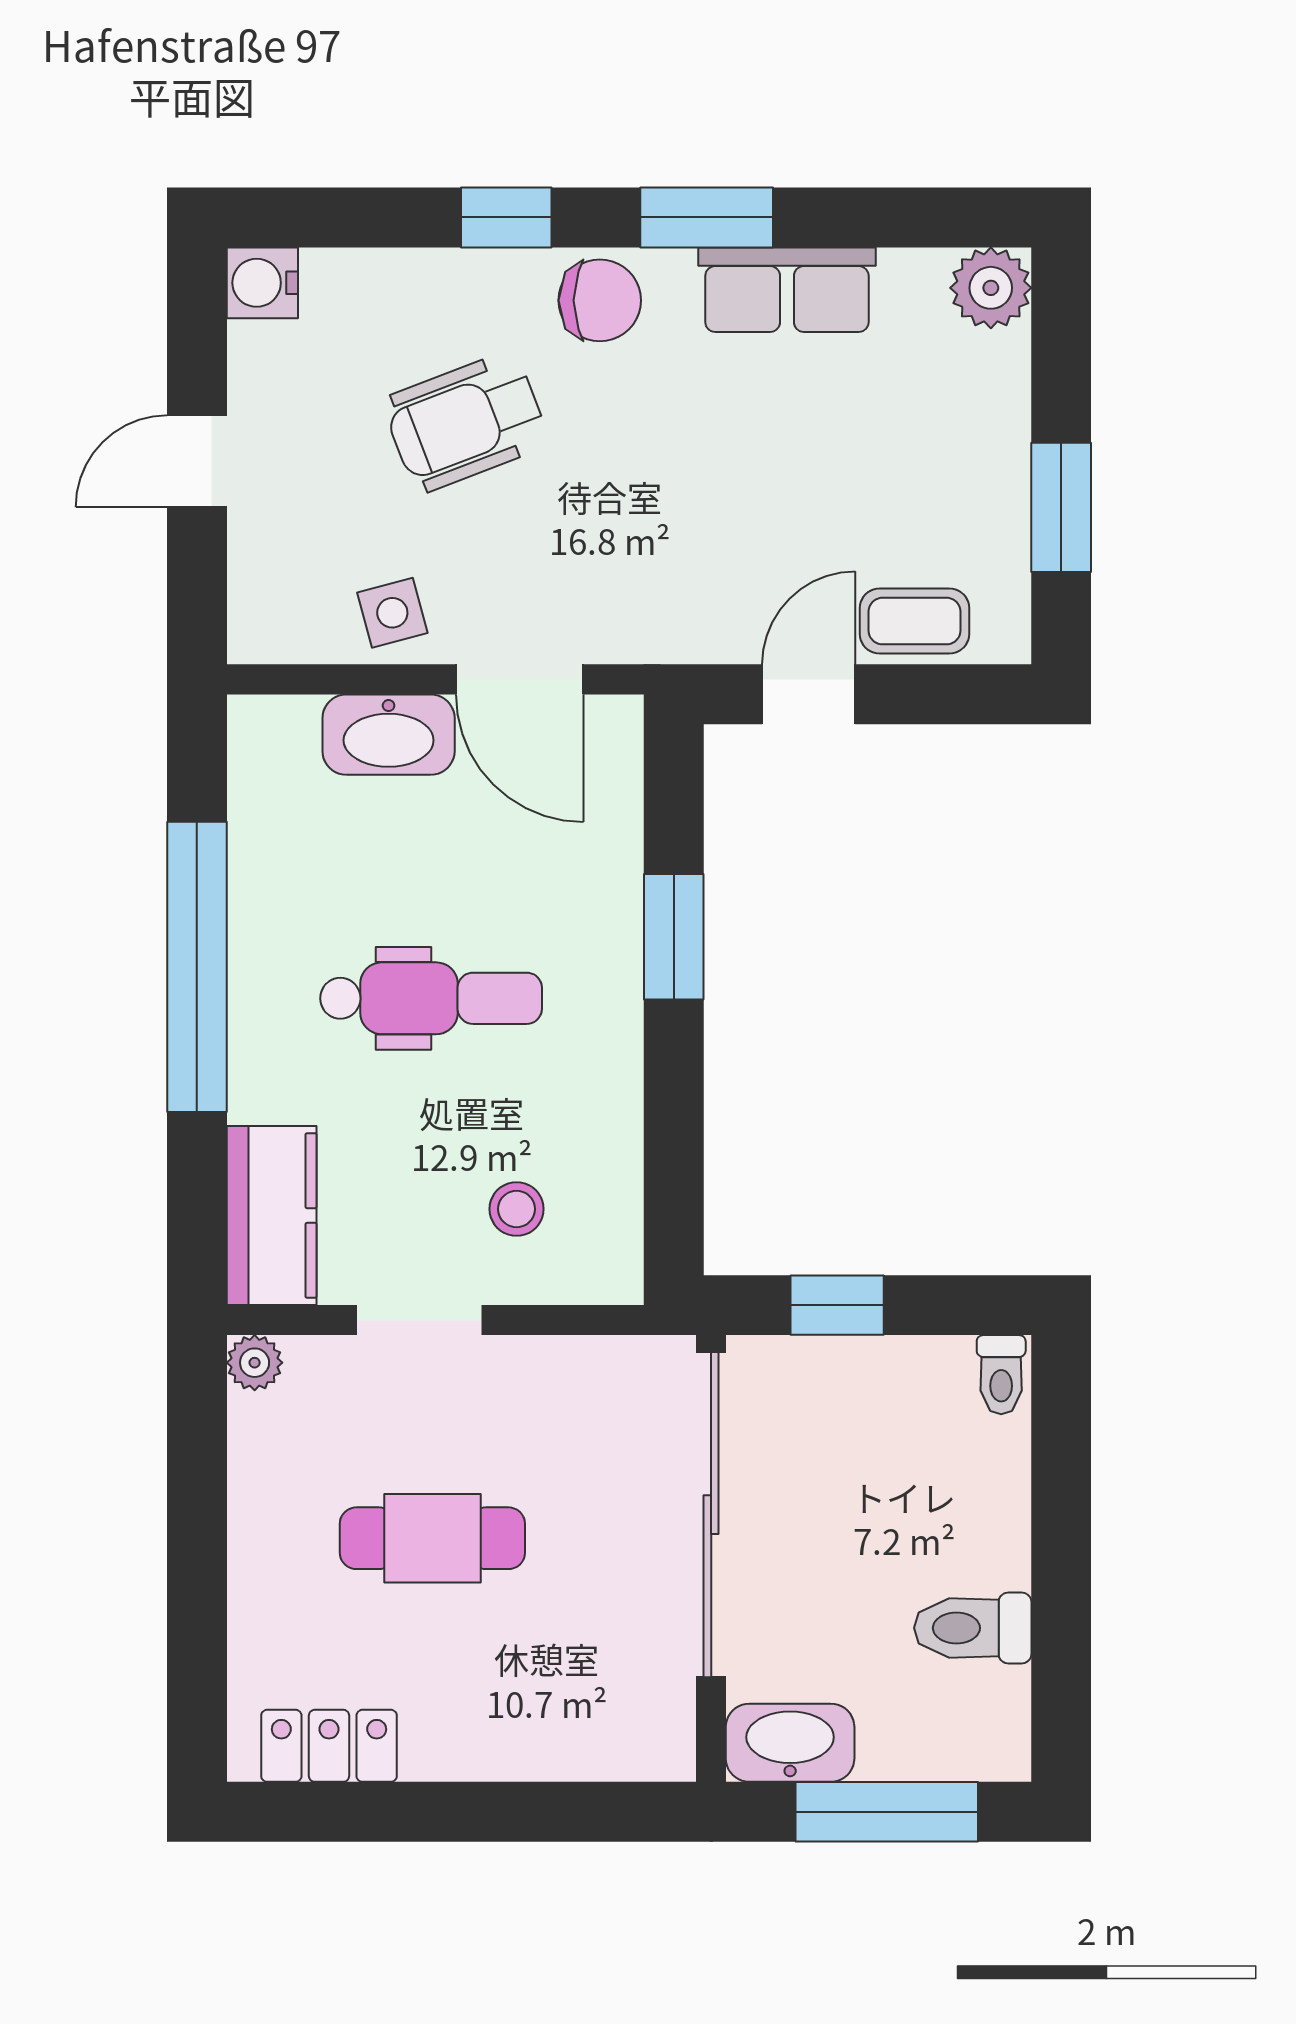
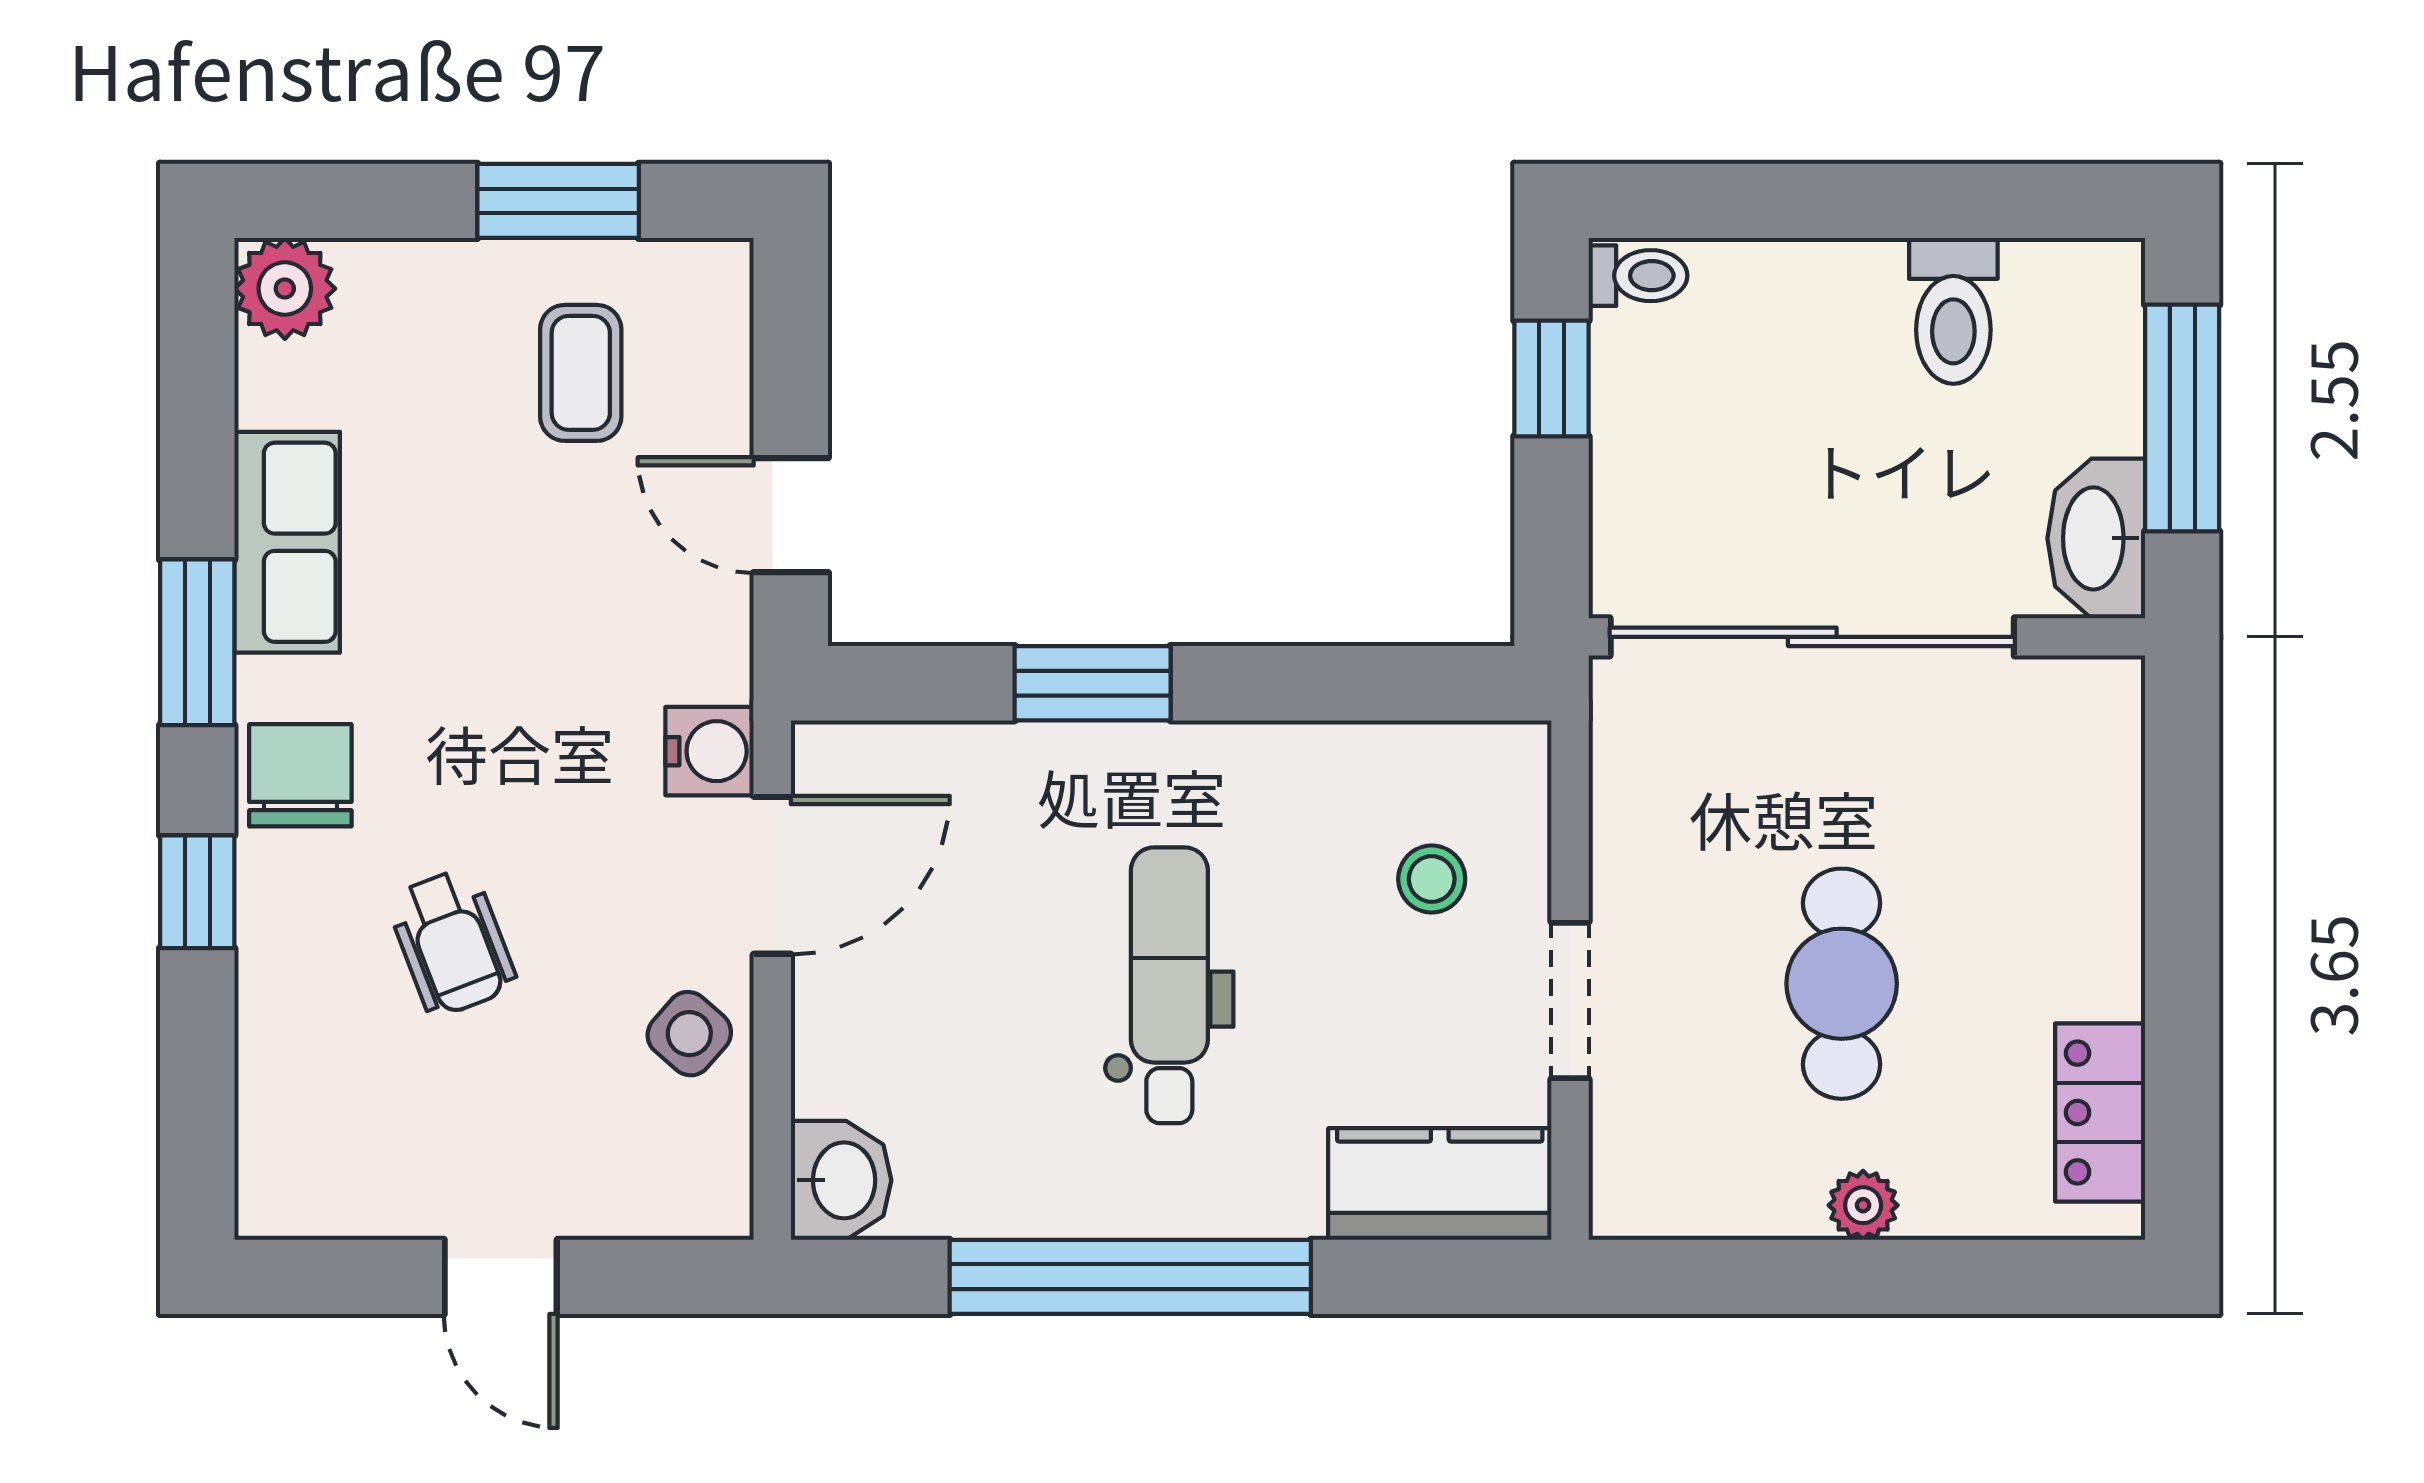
water cooler: (262, 283) -> (709, 751), moved, turned -90
wheelchair: (466, 422) -> (452, 942), width x0.73, depth x0.73
side table: (392, 613) -> (689, 1034), turned -34
coffee table: (914, 621) -> (581, 373), moved
washbasin: (389, 735) -> (841, 1180), moved, width x0.72
window: (837, 1305) -> (1551, 378), moved
plant: (255, 1363) -> (1863, 1205), moved

